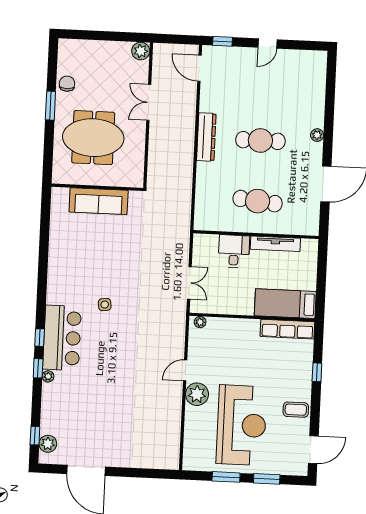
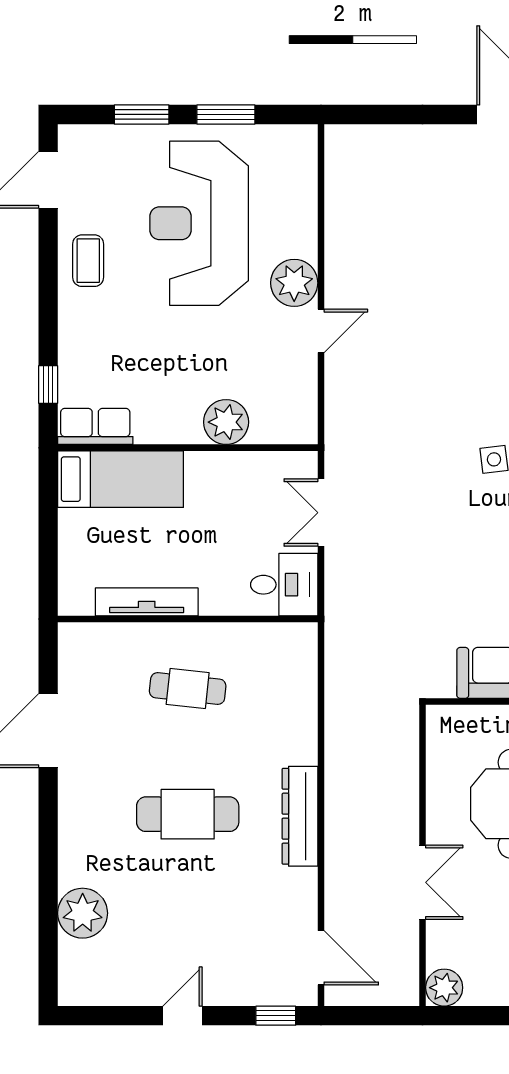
plant: (317, 135) -> (83, 913), moved, width x1.88, depth x1.88
cafe table: (258, 201) -> (188, 689), width x0.73, depth x0.74
desk: (234, 251) -> (284, 585), moved, turned -90
plant: (200, 322) -> (226, 422), moved, width x1.88, depth x1.88
row of seats: (287, 329) -> (95, 426), width x0.68
window: (317, 372) -> (48, 384), moved
coffee table: (296, 410) -> (88, 261), turned 90

